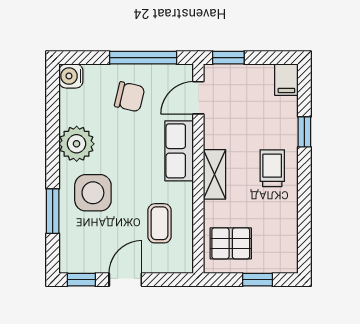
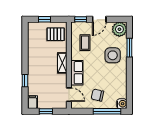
window: (143, 58) -> (107, 111), moved
window: (228, 58) -> (46, 111), moved
door: (198, 98) -> (69, 95), hinge flipped
plant: (77, 144) -> (119, 29), moved
trolley: (272, 168) -> (38, 65), removed
window: (81, 280) -> (81, 19), moved

